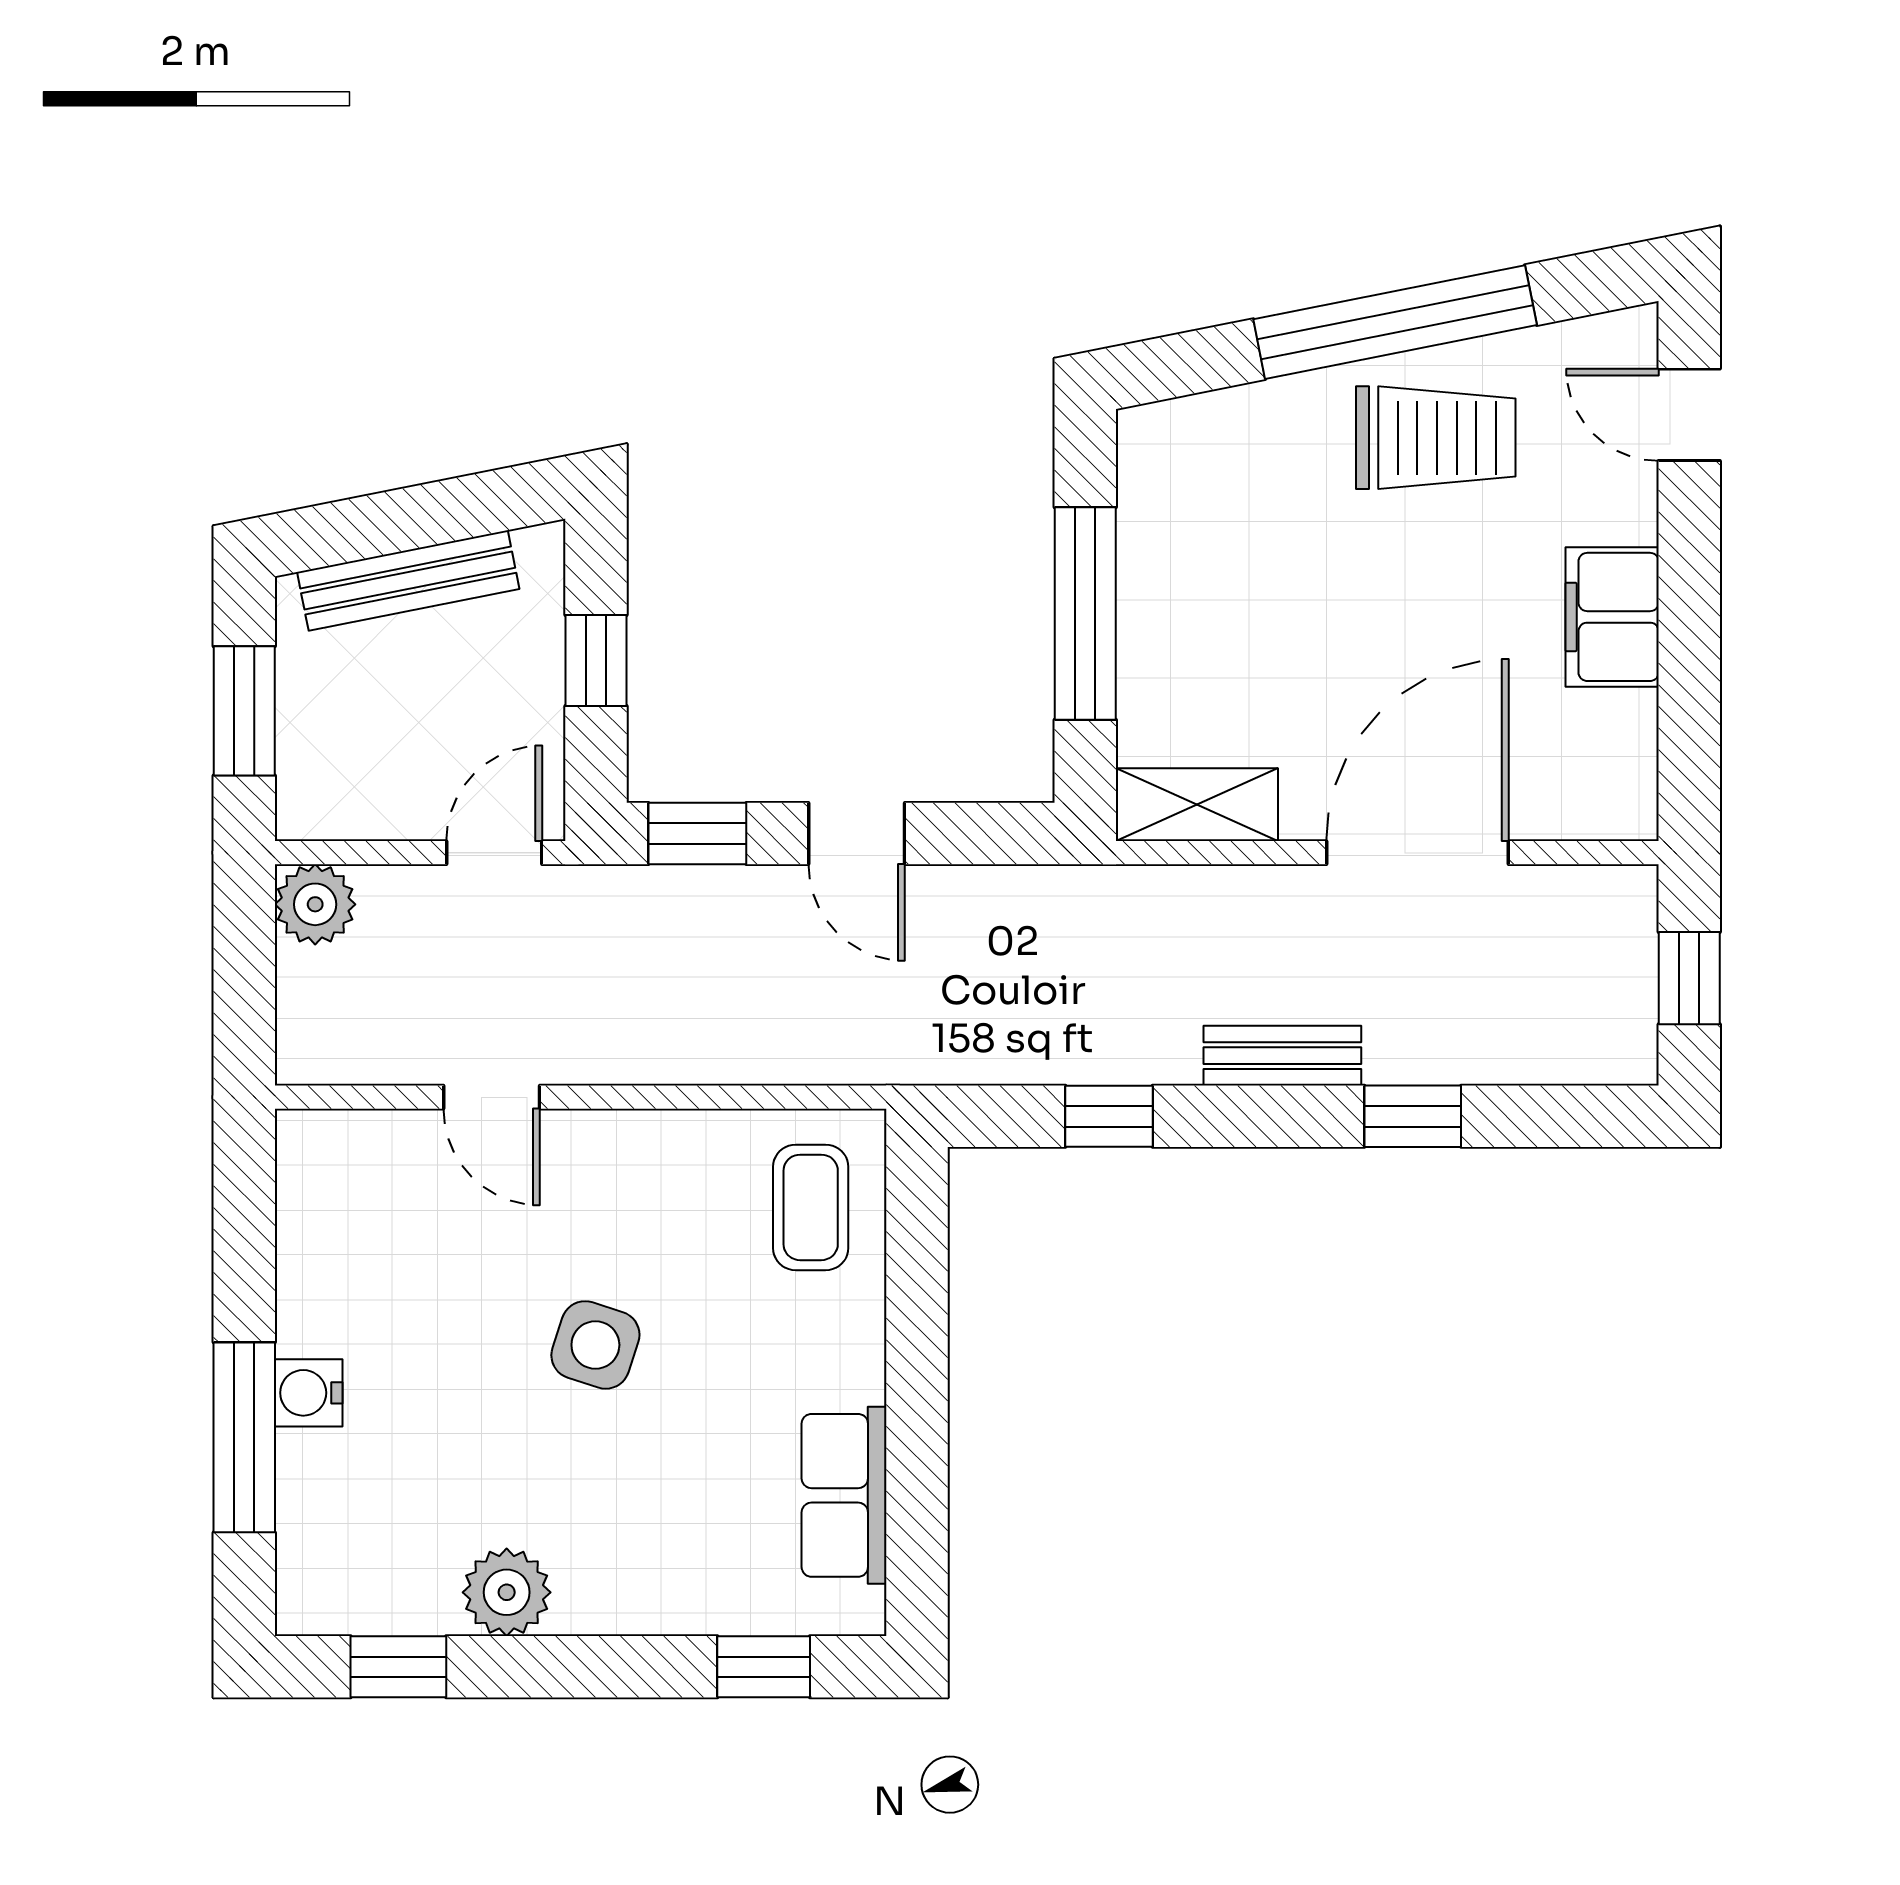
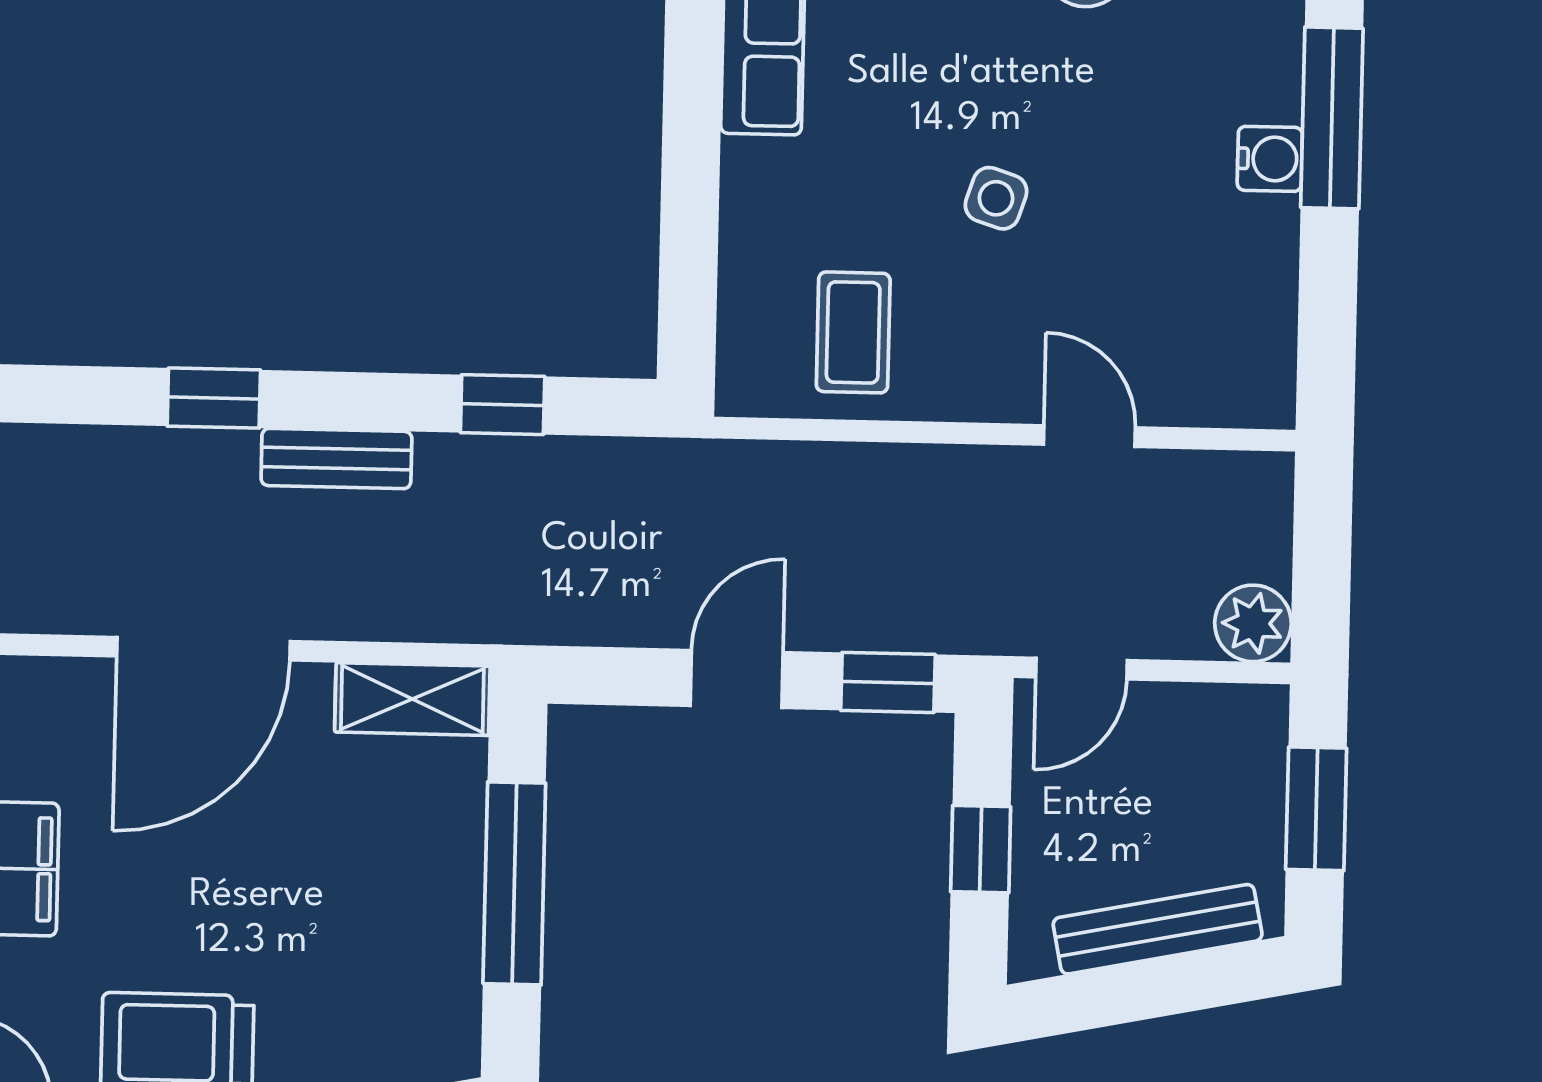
door: (857, 833) -> (737, 679), hinge flipped
coffee table: (811, 1207) -> (853, 332), moved
side table: (595, 1345) -> (996, 198), width x0.73, depth x0.73

